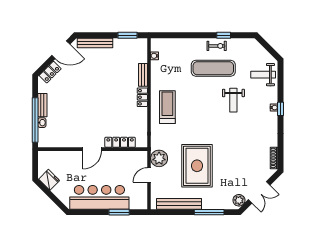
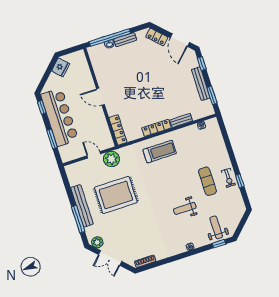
window: (92, 35) -> (202, 64), added
bench: (95, 43) -> (201, 84), moved
exercise mat: (213, 68) -> (207, 181), width x0.73, depth x0.69
locker: (142, 97) -> (156, 128), width x1.53
window: (281, 109) -> (219, 244), moved
locker: (120, 142) -> (118, 130), moved
bench: (179, 204) -> (82, 206), moved
window: (84, 212) -> (42, 107), added

